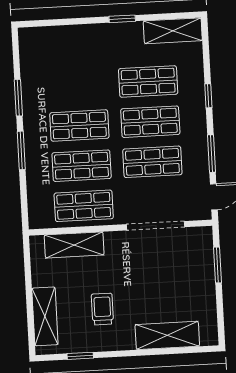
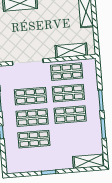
shelving: (173, 31) -> (89, 161), moved
trolley: (102, 309) -> (55, 17), removed

